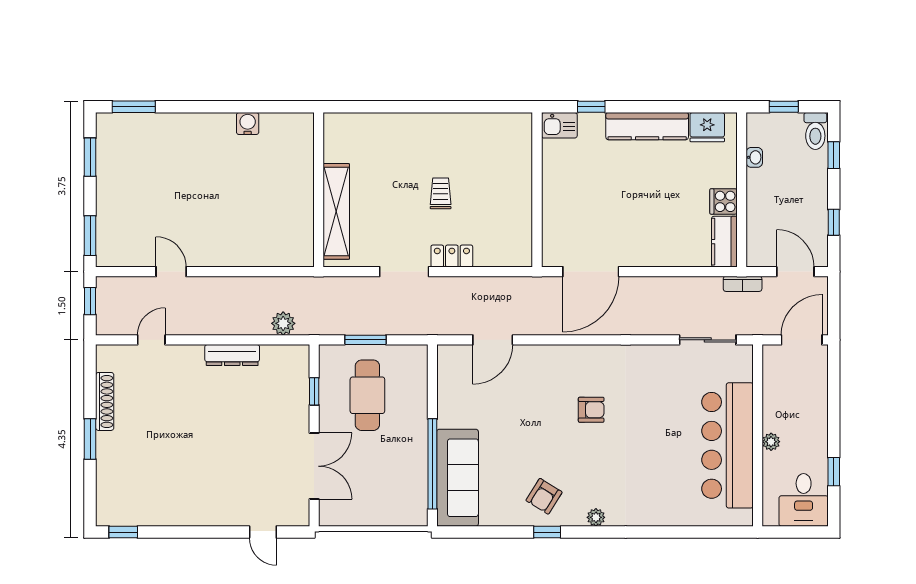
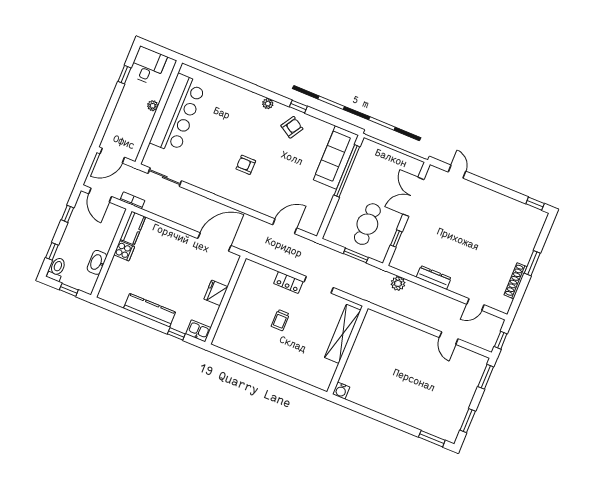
water cooler: (248, 124) -> (341, 391), moved
fridge: (707, 127) -> (216, 293), moved, turned -90
washbasin: (754, 157) -> (97, 262), width x1.91, depth x1.45

